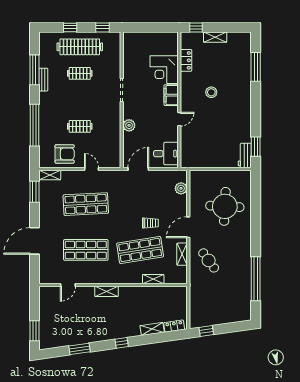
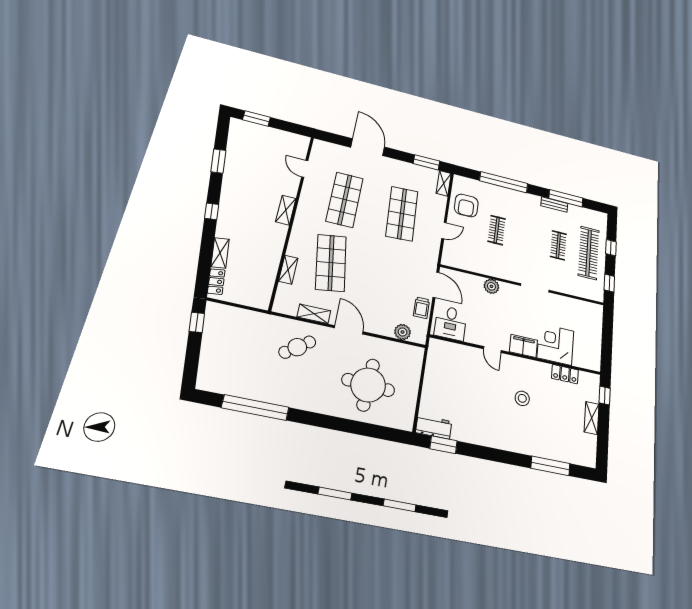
trolley: (150, 223) -> (421, 308), moved

